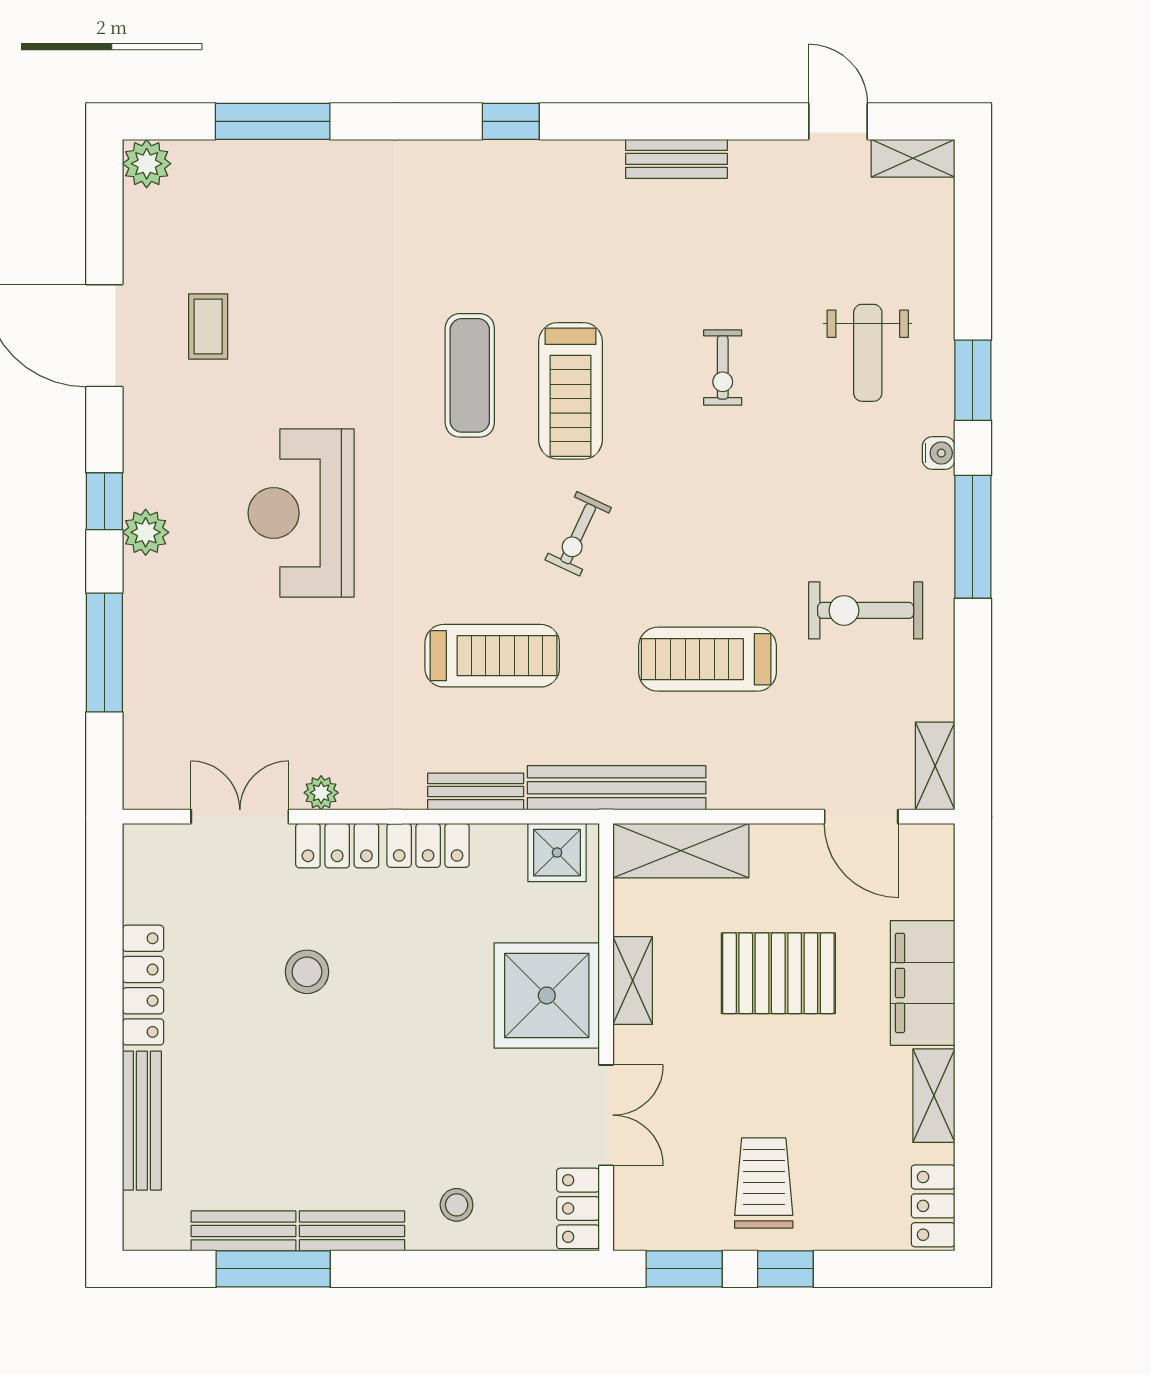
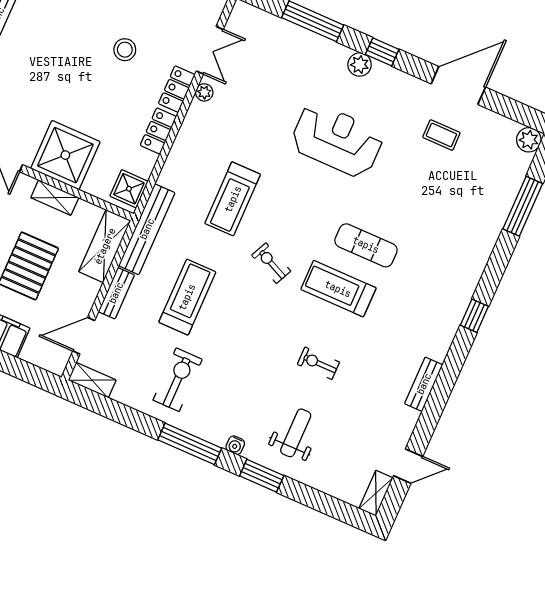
weight bench: (868, 353) -> (296, 433), turned 90
bench: (476, 792) -> (116, 293), moved

